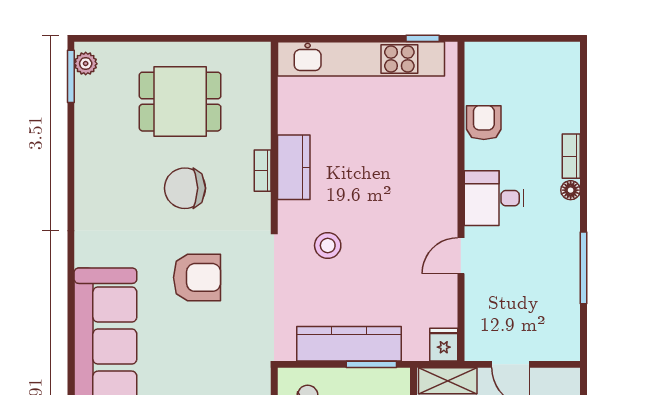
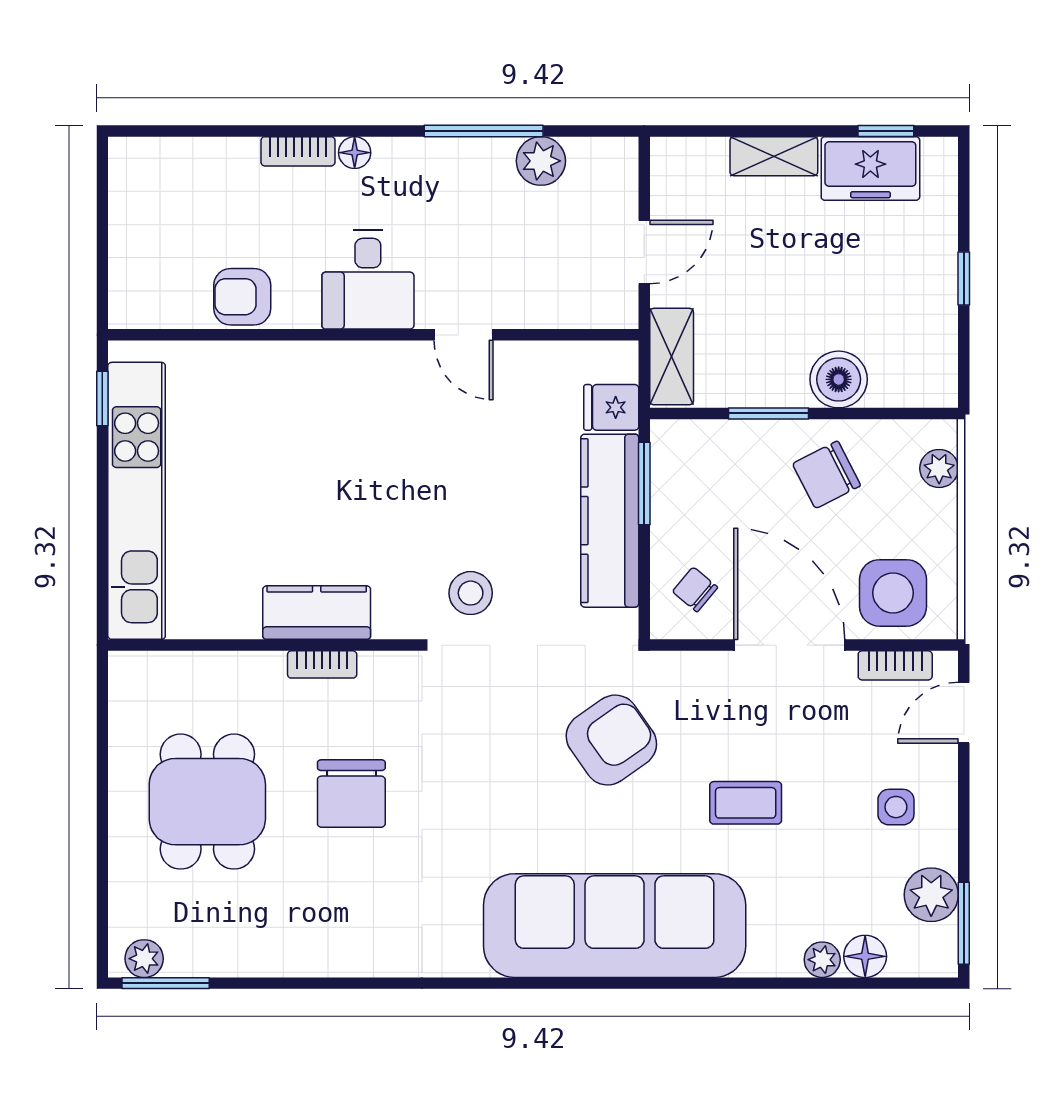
stool: (328, 245) -> (471, 593), moved
armchair: (197, 277) -> (611, 740), moved, turned 55
plant: (565, 302) -> (541, 161), added
fridge: (444, 345) -> (611, 407), moved

